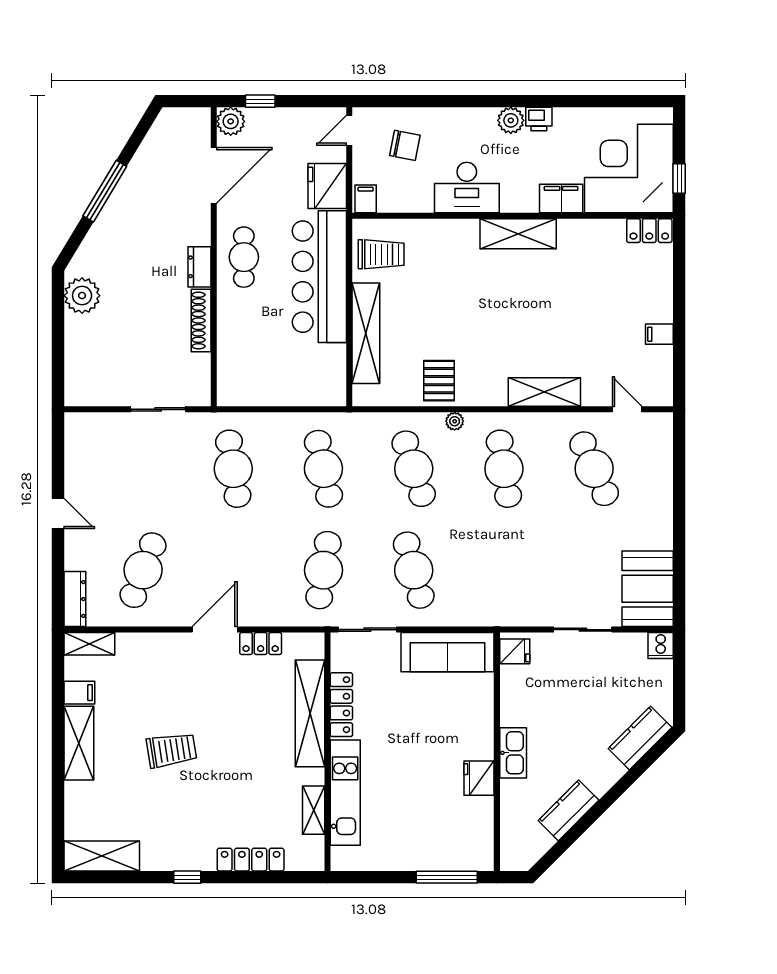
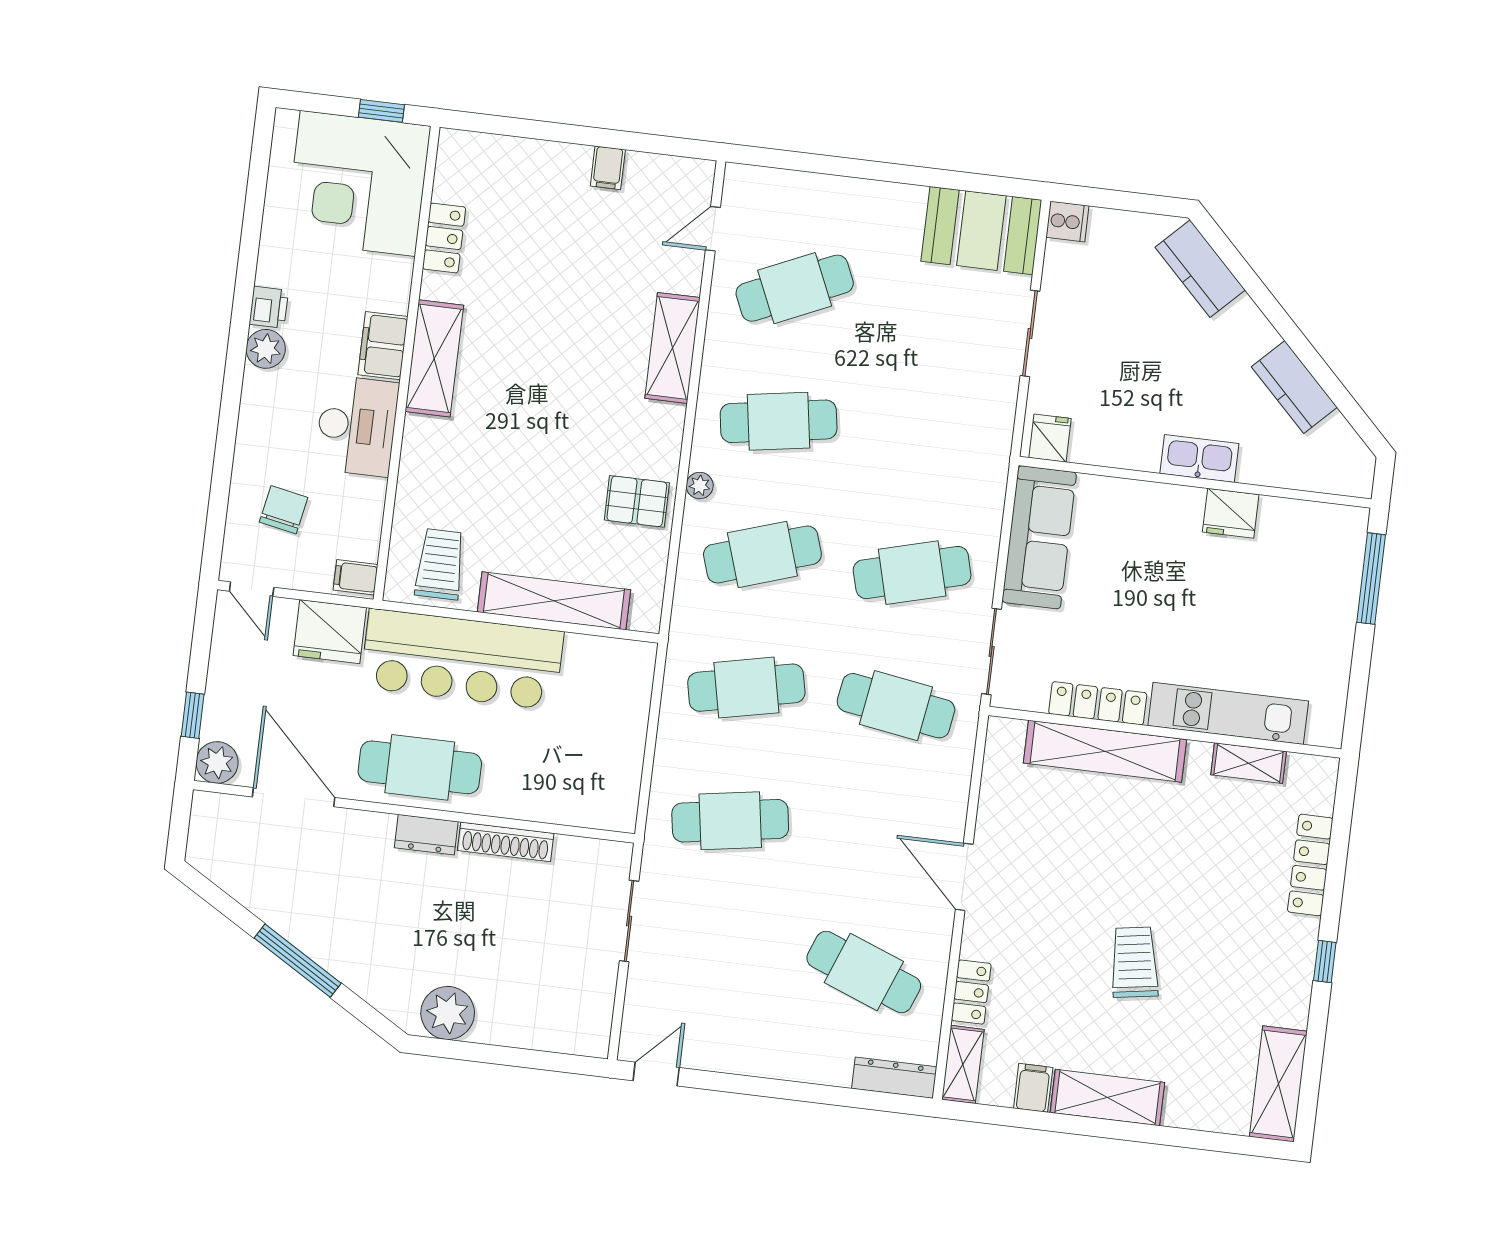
filing cabinet: (561, 198) -> (383, 346), moved
locker: (649, 231) -> (444, 238), moved
cafe table: (244, 257) -> (420, 767), width x1.37, depth x1.35
door: (58, 513) -> (656, 1074), moved
locker: (261, 644) -> (971, 992), moved

